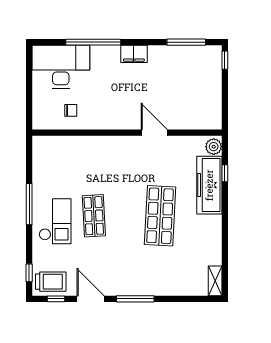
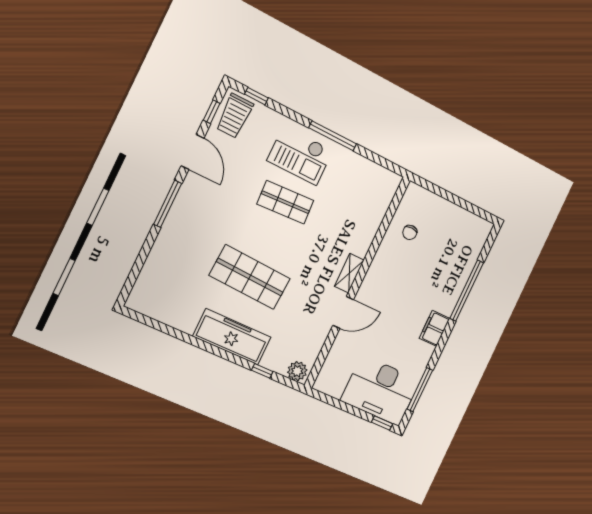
desk: (61, 67) -> (380, 390), moved, turned 90
freezer: (209, 185) -> (232, 337), moved
shelving: (215, 281) -> (349, 273), moved, turned 90
door: (91, 299) -> (193, 152), hinge flipped

